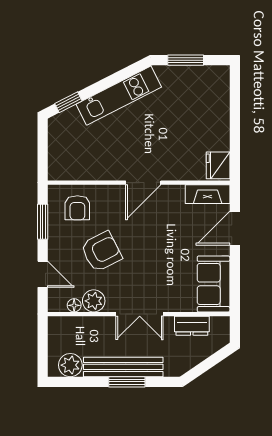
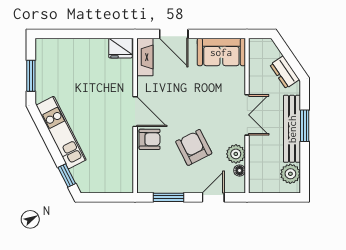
armchair: (77, 208) -> (150, 139), moved
dresser: (192, 326) -> (285, 72), moved, turned 146

